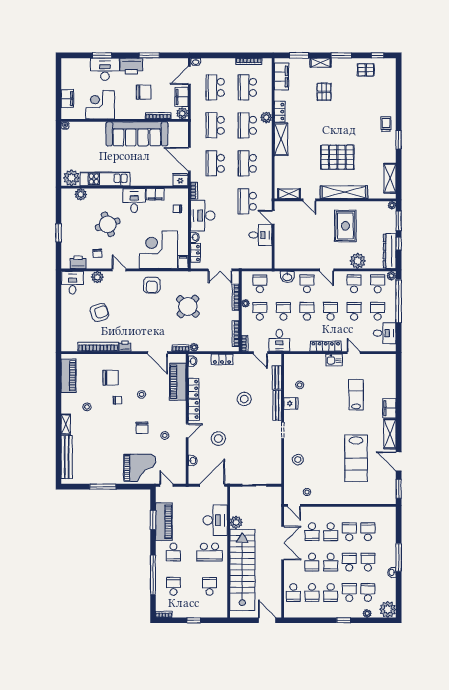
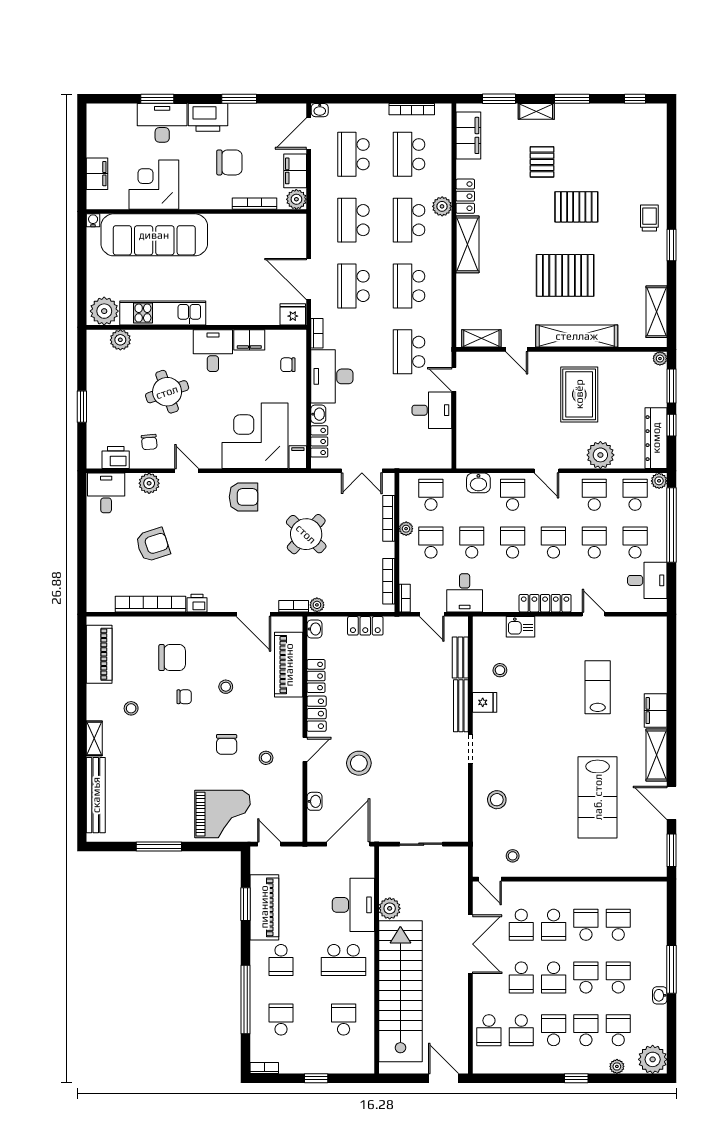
pallet: (366, 70) -> (576, 207), moved, width x1.50, depth x1.42
sofa: (137, 134) -> (154, 235), moved
armchair: (152, 285) -> (244, 497), turned -91
kitchen sink: (334, 360) -> (521, 627), moved
stool: (244, 399) -> (404, 695), removed
school desk: (331, 593) -> (554, 1030), turned 180

